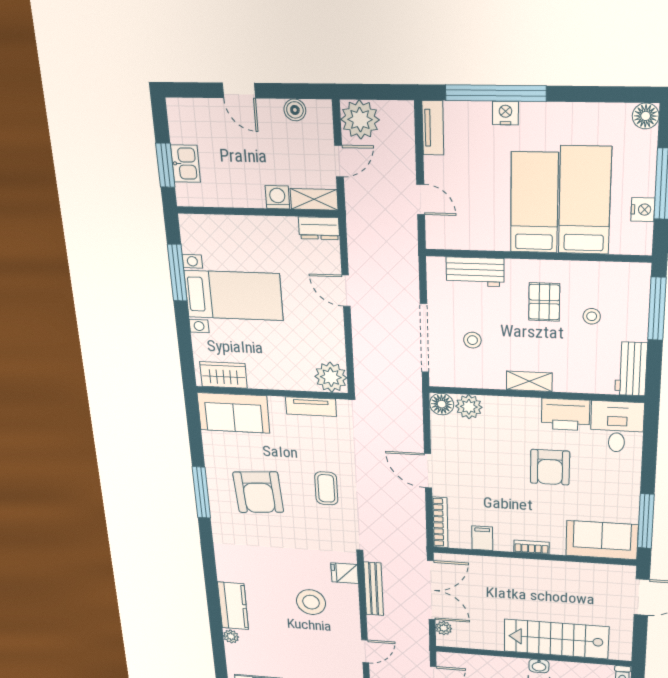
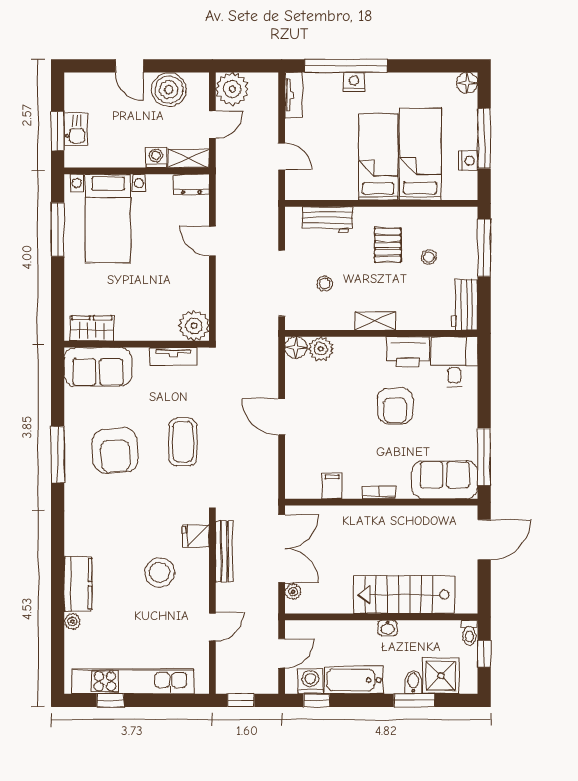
boiler: (295, 110) -> (169, 90), width x1.86, depth x1.86
bed with nightstands: (234, 295) -> (108, 219), moved, turned 90
coffee table: (326, 488) -> (183, 442), width x1.36, depth x1.30
bookcase: (440, 522) -> (292, 472), removed

